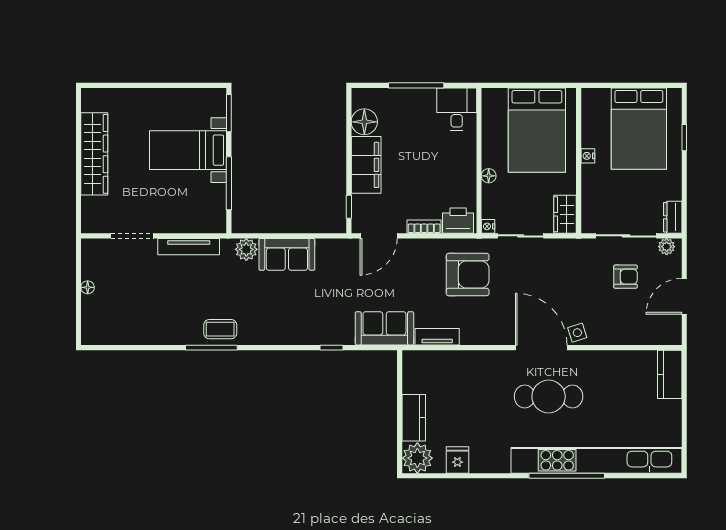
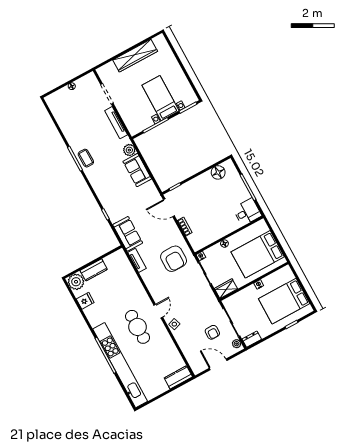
filing cabinet: (366, 165) -> (199, 184), removed
printer: (458, 221) -> (196, 241), removed
door: (541, 348) -> (158, 311), width x0.53

